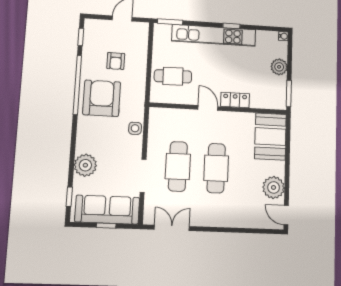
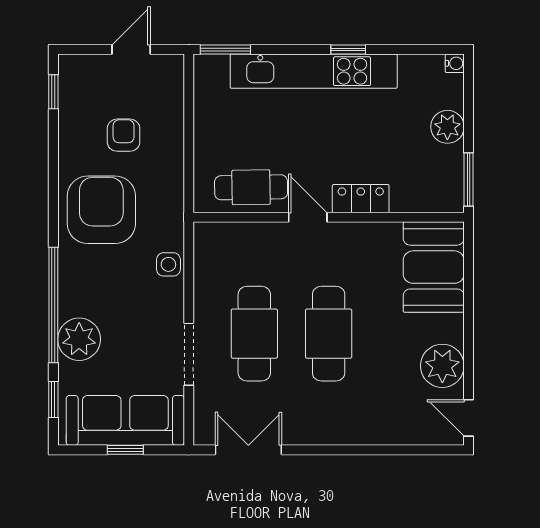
armchair: (116, 61) -> (124, 135), turned 180
cafe table: (173, 76) -> (251, 187), moved
window: (77, 85) -> (53, 305), moved

